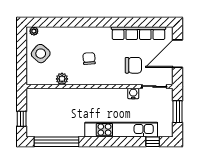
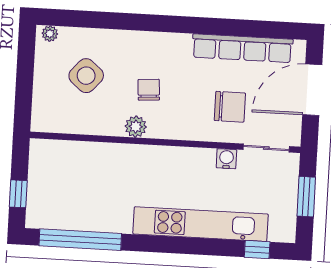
side table: (41, 54) -> (86, 76), moved
plant: (62, 79) -> (136, 127), moved

